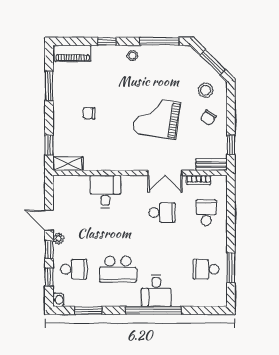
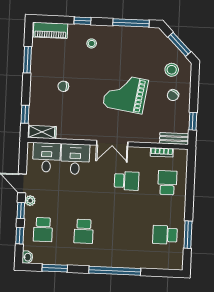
stool: (132, 56) -> (92, 43), moved
double door: (165, 173) -> (112, 144), moved
school desk: (74, 269) -> (43, 230), turned 90
school desk: (118, 269) -> (84, 231), width x0.54
desk: (156, 291) -> (46, 157), moved, turned 180

